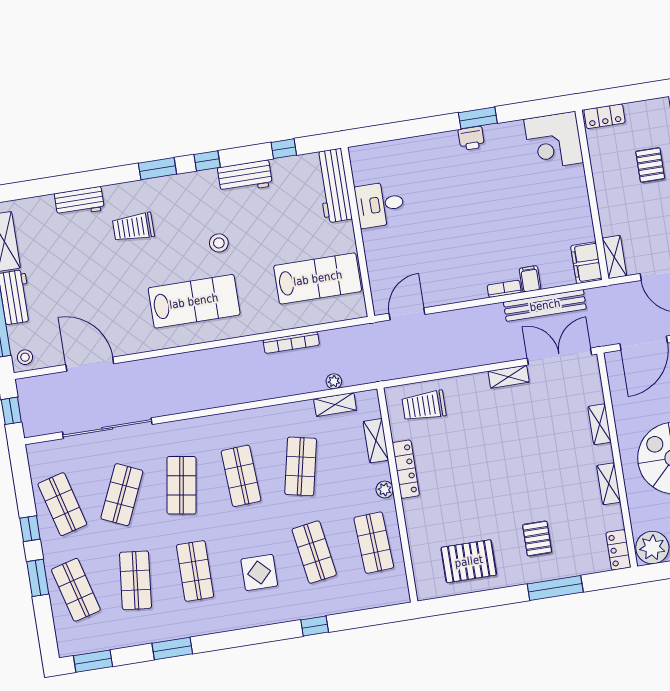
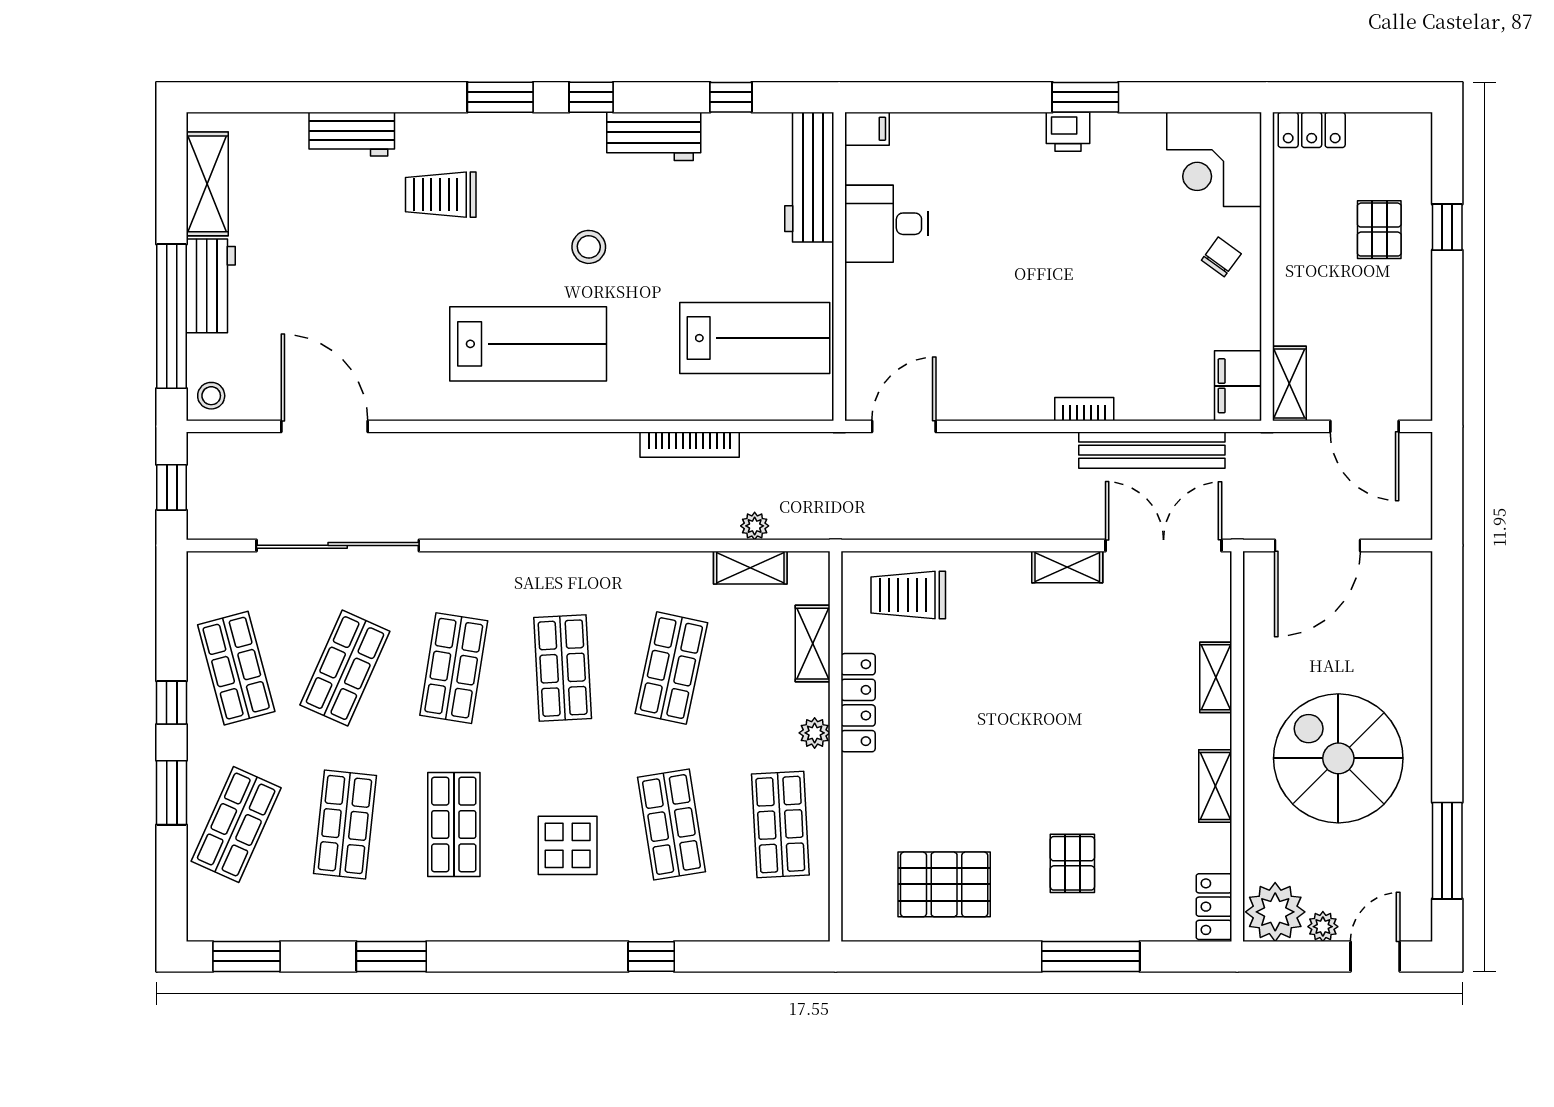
chair: (566, 194) -> (1221, 257), added
filing cabinet: (530, 279) -> (867, 129), moved, turned 90
shop shelf: (76, 590) -> (236, 825), turned 39

